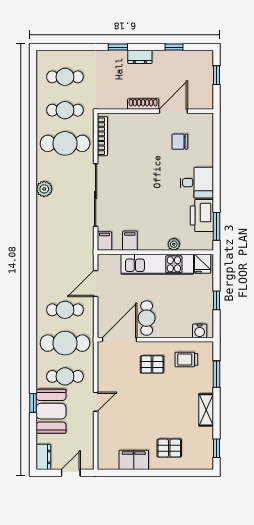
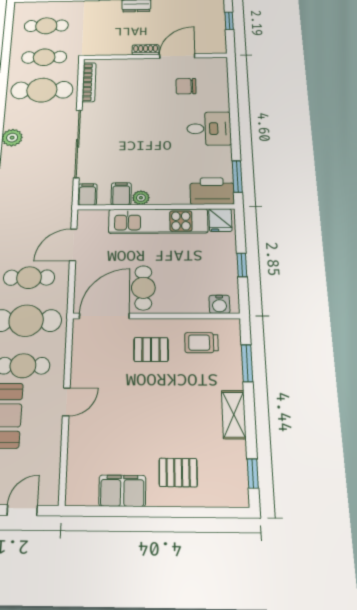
shoe rack: (143, 104) -> (146, 50), width x0.70
printer: (202, 215) -> (212, 191), moved, turned 90
plant: (174, 244) -> (141, 198), moved

